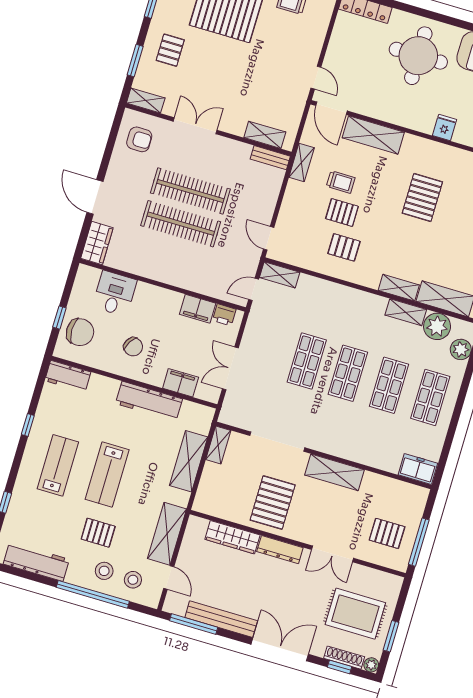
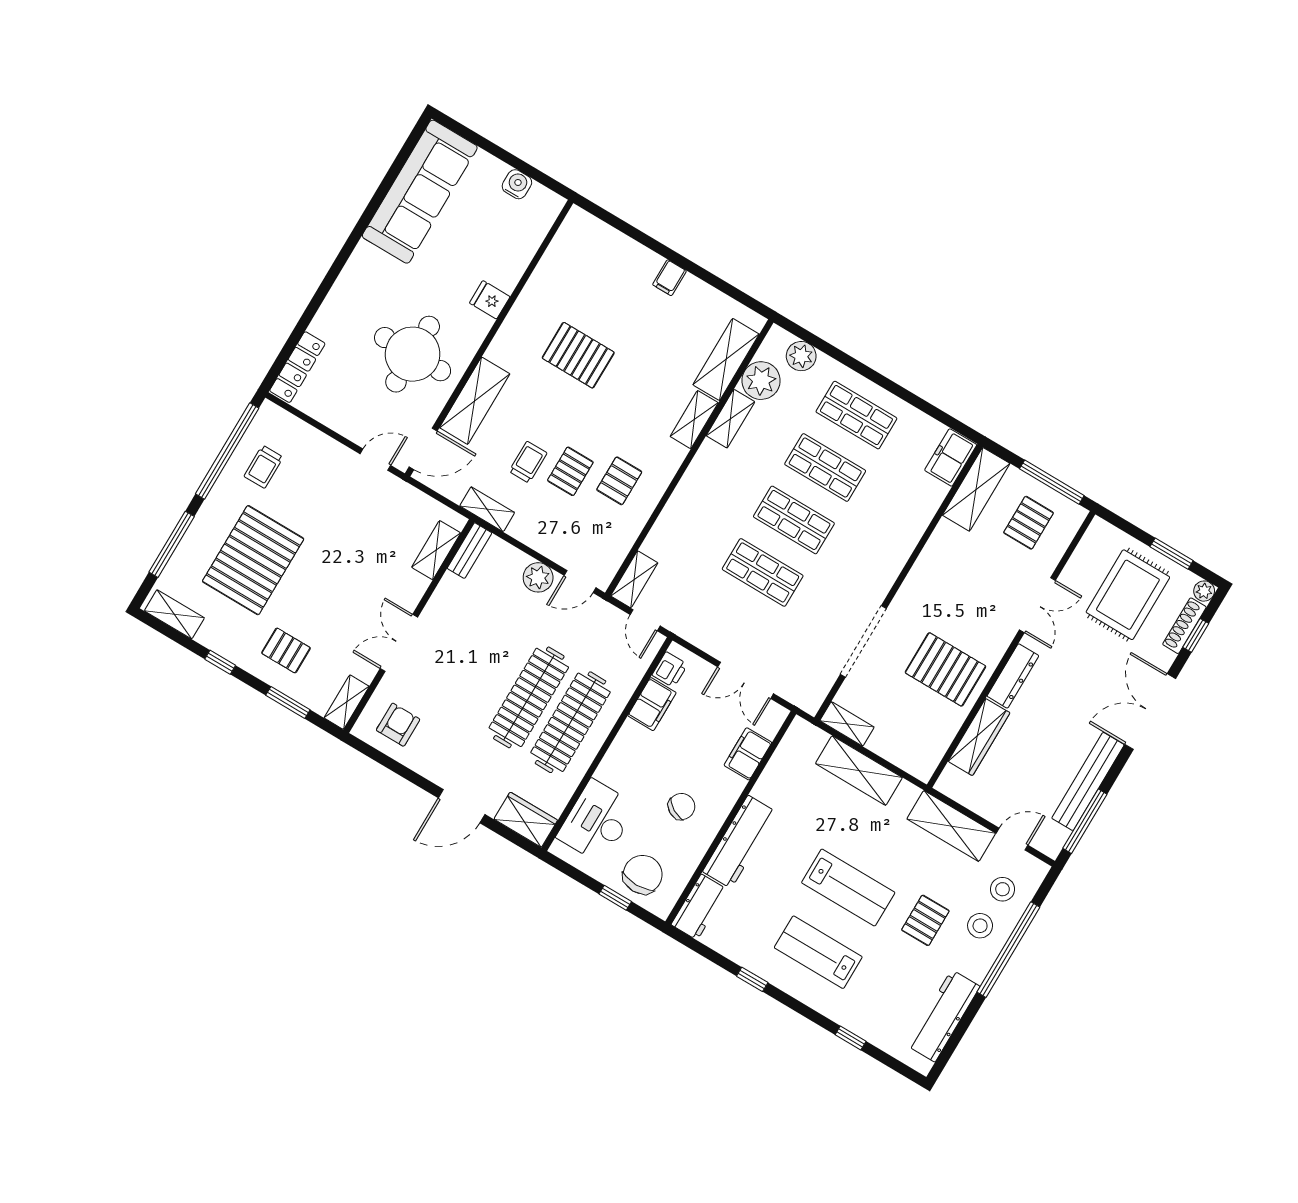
round table: (418, 56) -> (413, 354), moved
clothes rail: (190, 191) -> (571, 722), moved
plant: (264, 209) -> (538, 577), added
desk: (115, 294) -> (597, 821), width x1.37
workbench: (149, 401) -> (740, 842), moved
shelving: (334, 472) -> (976, 489), moved

